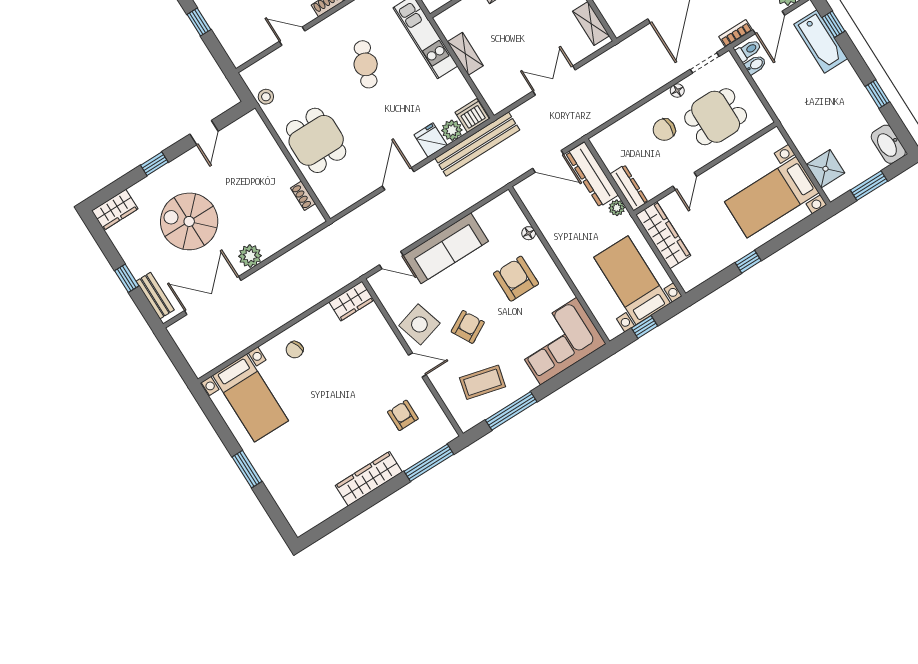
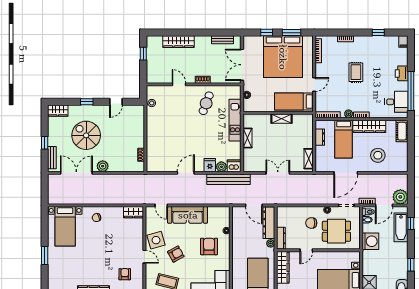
cafe table: (366, 64) -> (206, 103), moved
washing machine: (784, 98) -> (370, 241), added
dining table: (316, 140) -> (161, 135), removed

